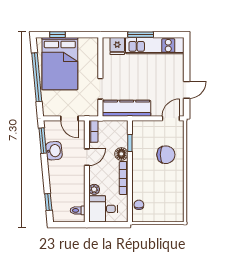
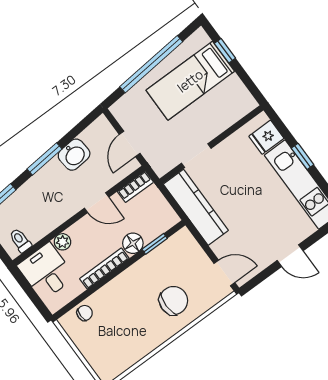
window: (141, 35) -> (303, 156), width x0.67
bed: (60, 64) -> (190, 81), width x0.67
door: (187, 90) -> (290, 256), moved
window: (43, 141) -> (45, 159), moved
chair: (166, 155) -> (173, 301), turned -90

